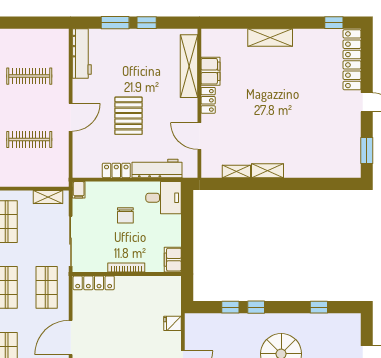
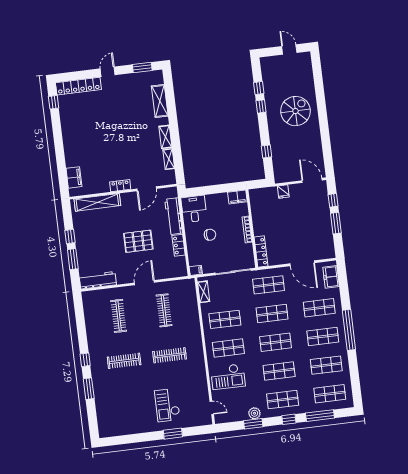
shelving: (270, 38) -> (160, 101), moved
filing cabinet: (211, 71) -> (74, 177), moved, turned 90
door: (71, 117) -> (144, 283), hinge flipped
window: (256, 307) -> (261, 106), moved

